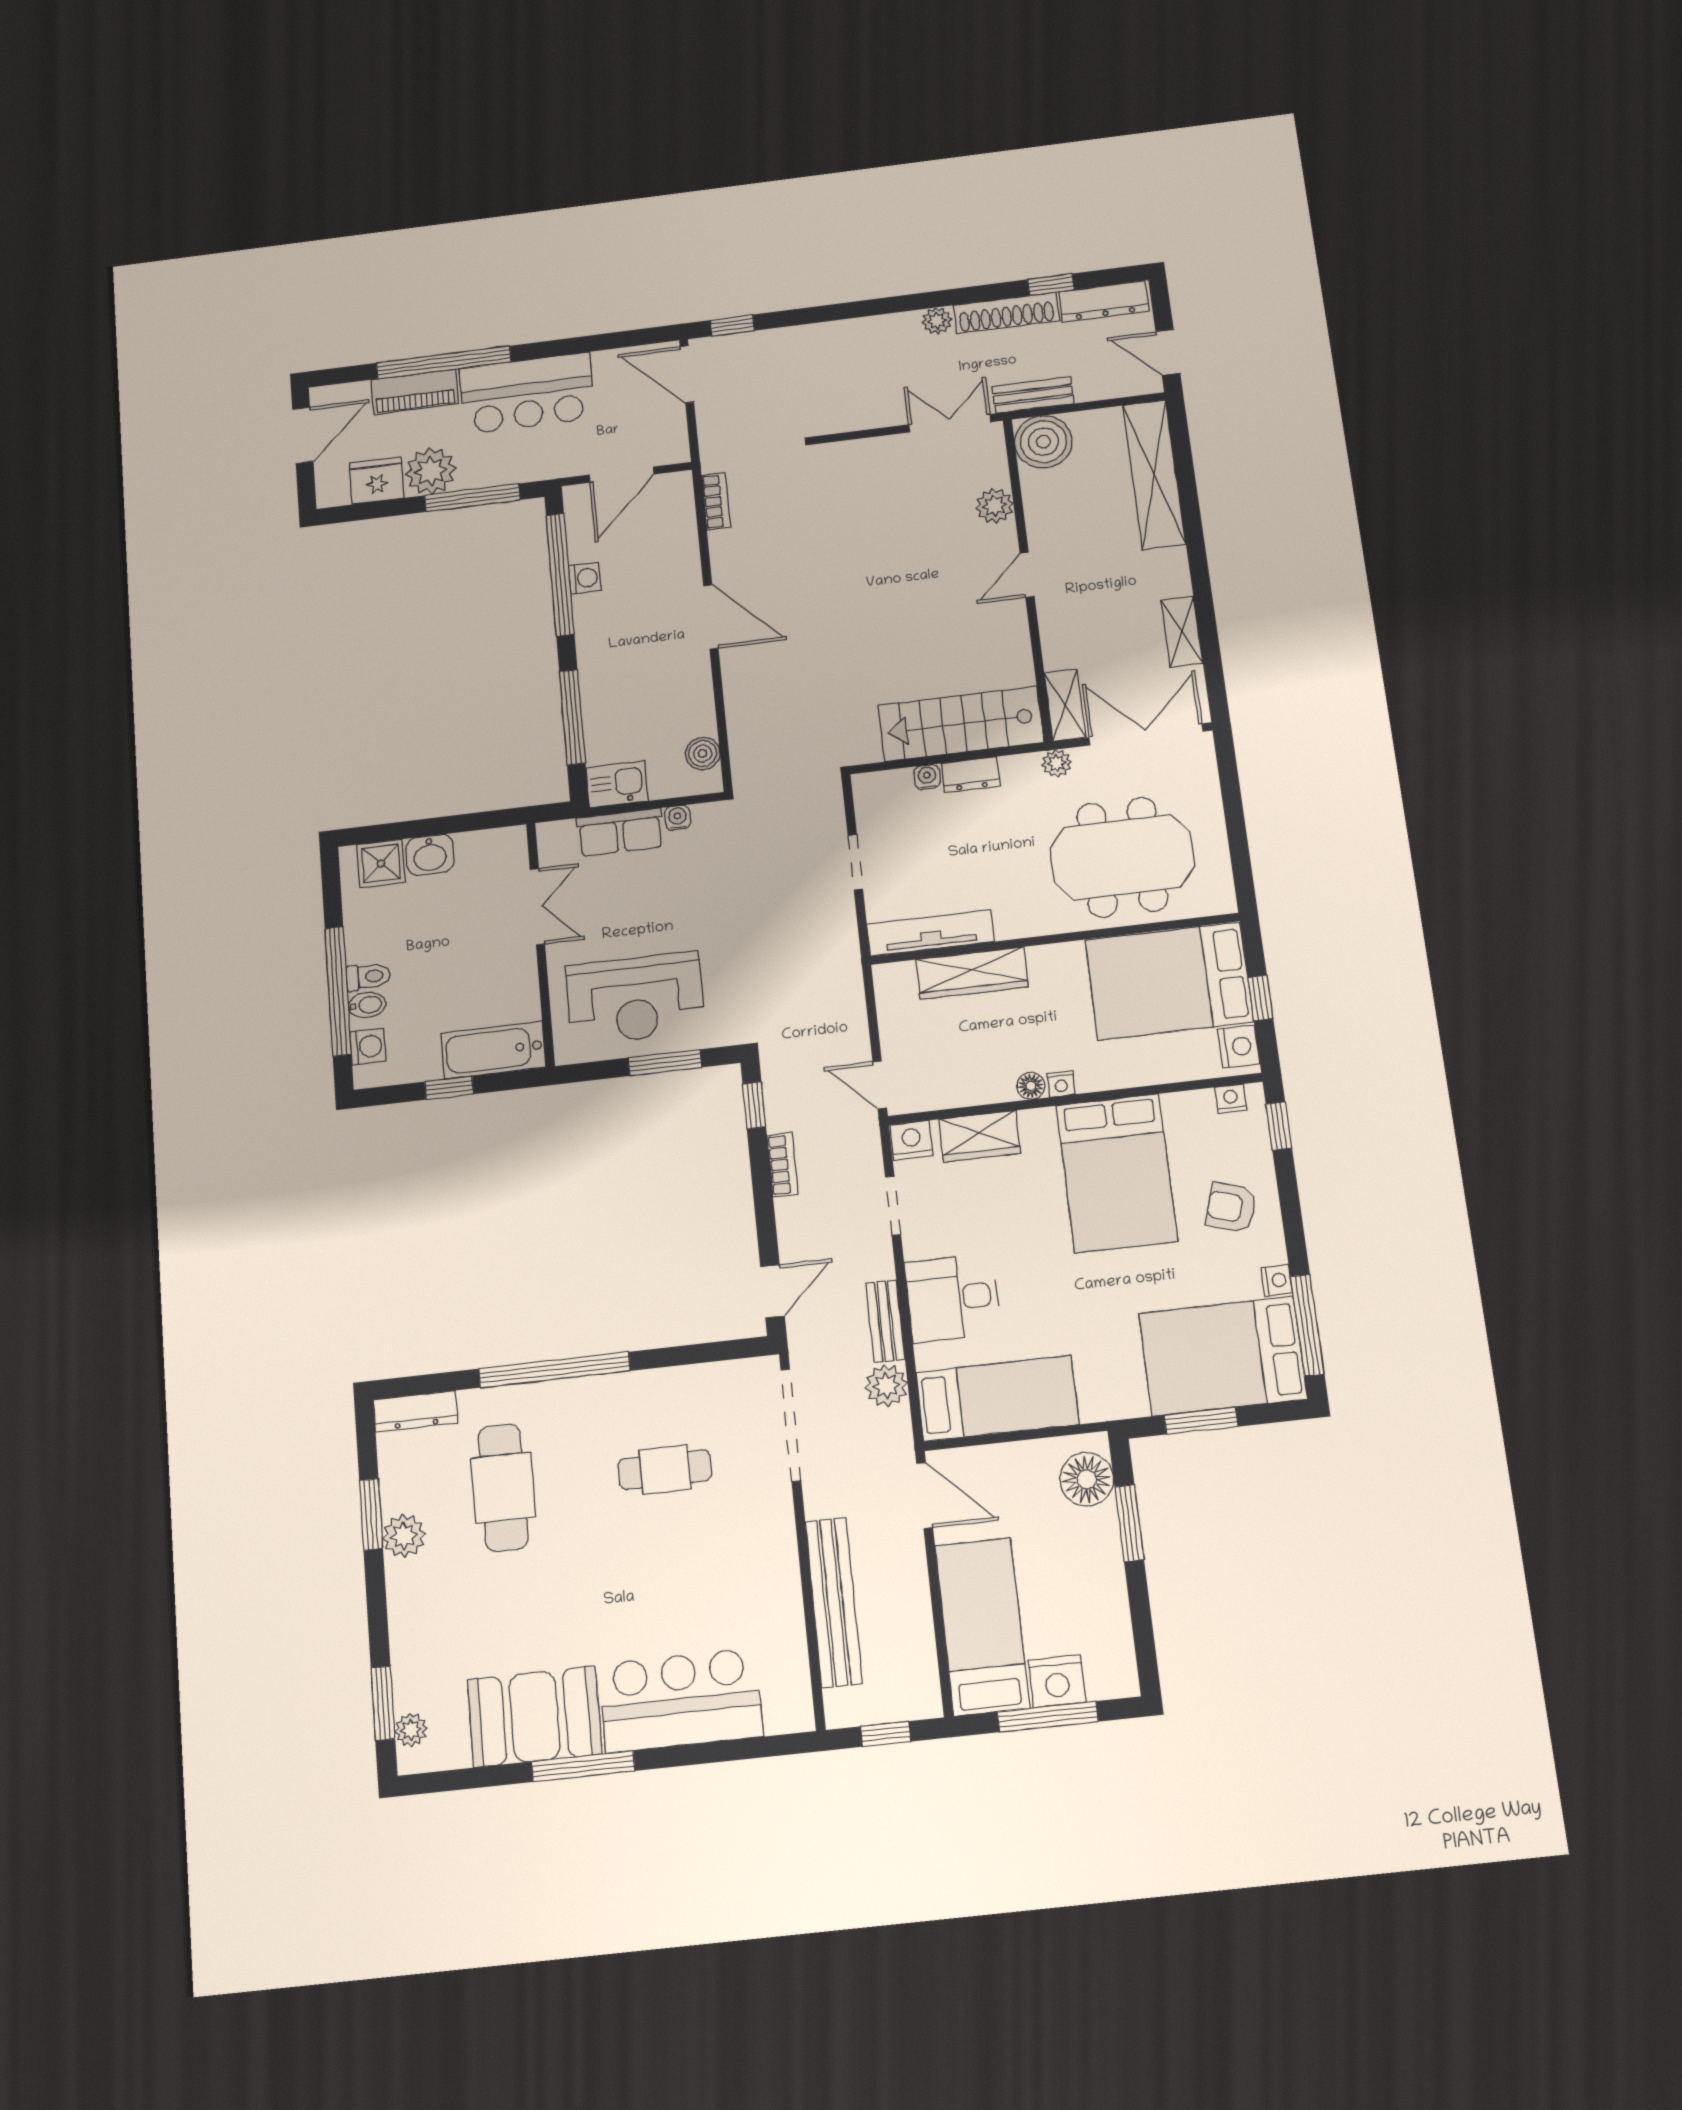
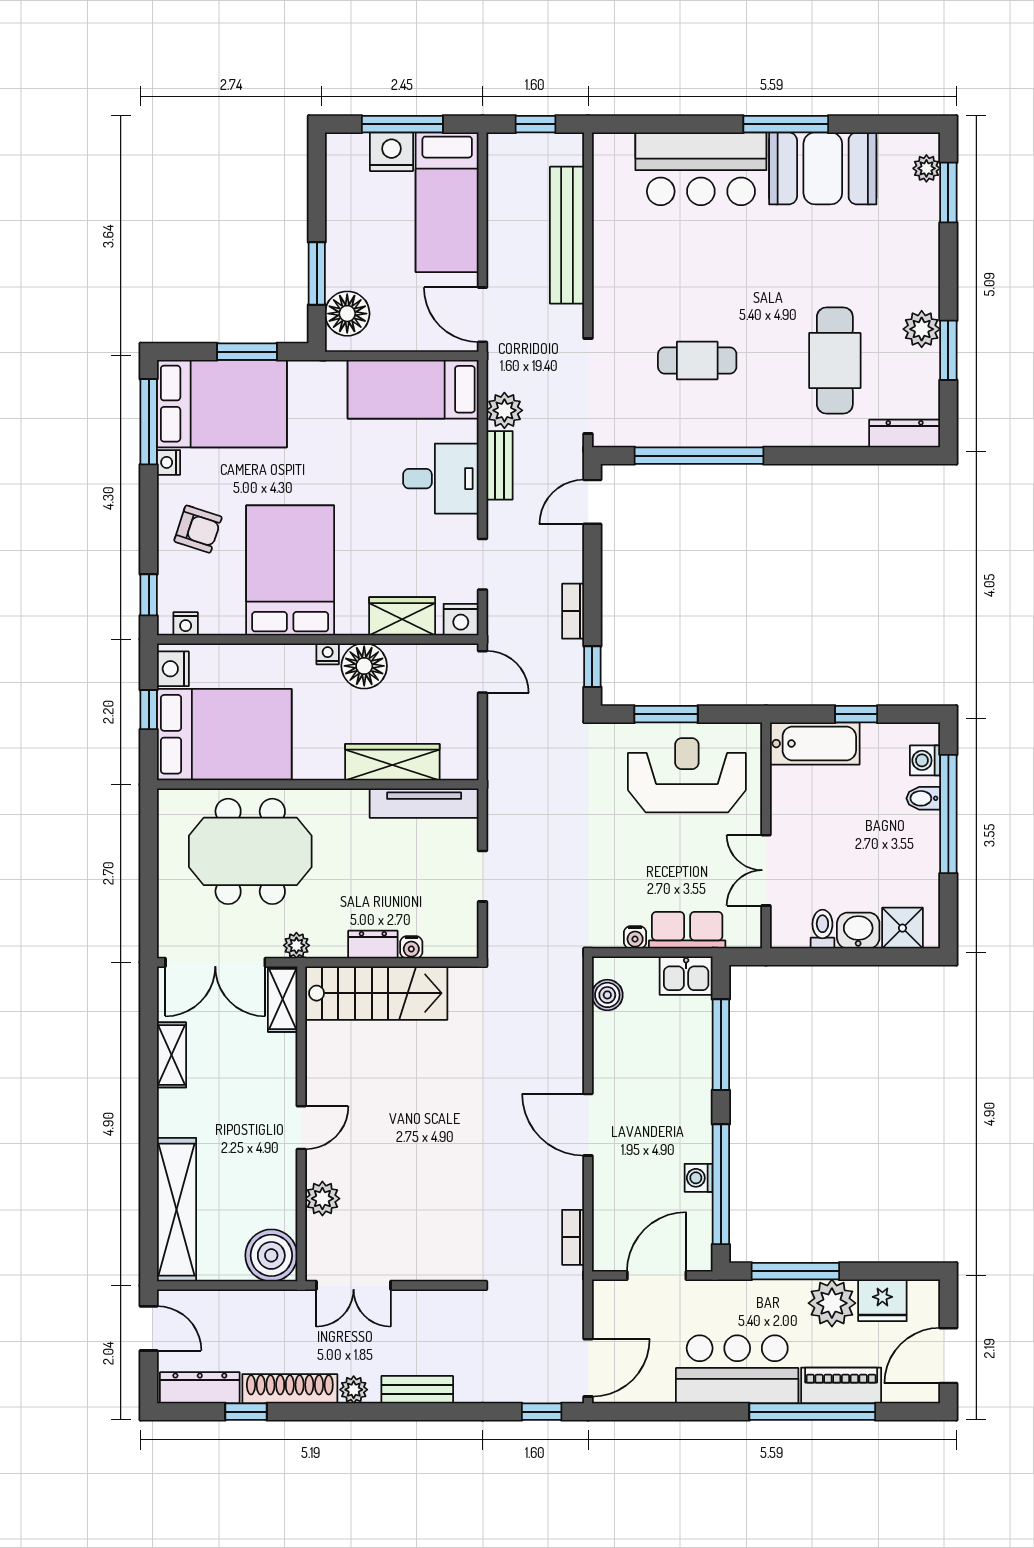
door: (687, 374) -> (588, 1368), hinge flipped
bench: (1033, 395) -> (417, 1390), moved
toilet: (368, 977) -> (822, 929), moved, turned 90
floor lamp: (1031, 1086) -> (364, 666), width x1.89, depth x1.89
window: (554, 1370) -> (699, 456), moved

